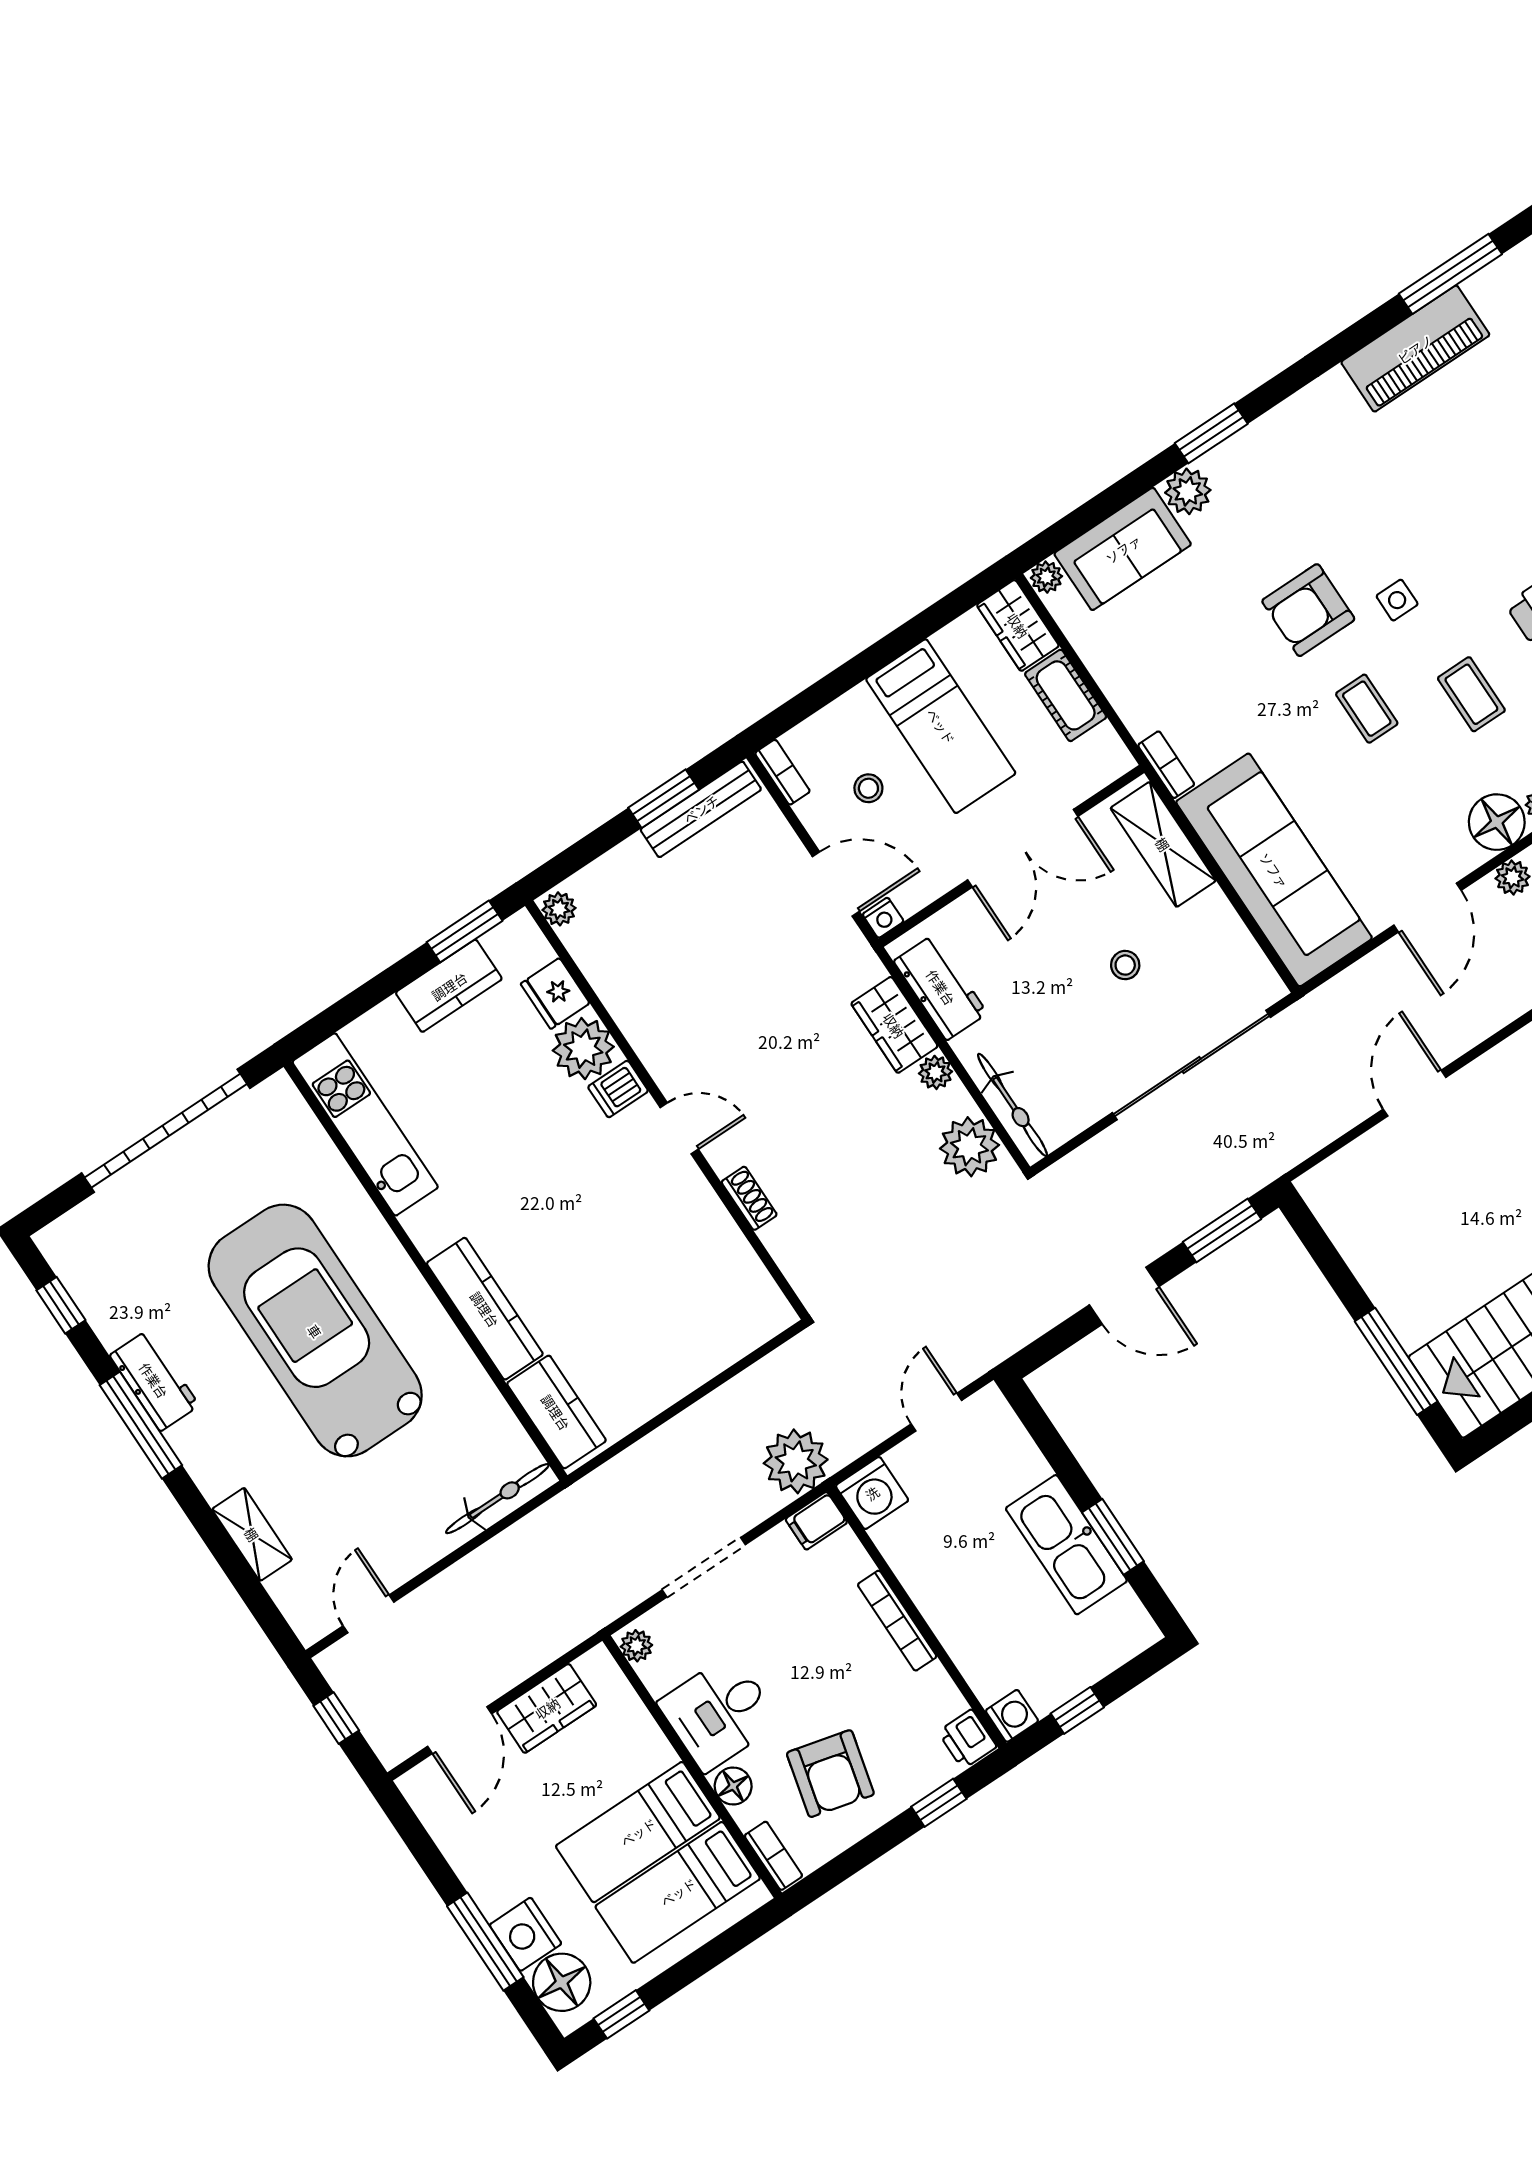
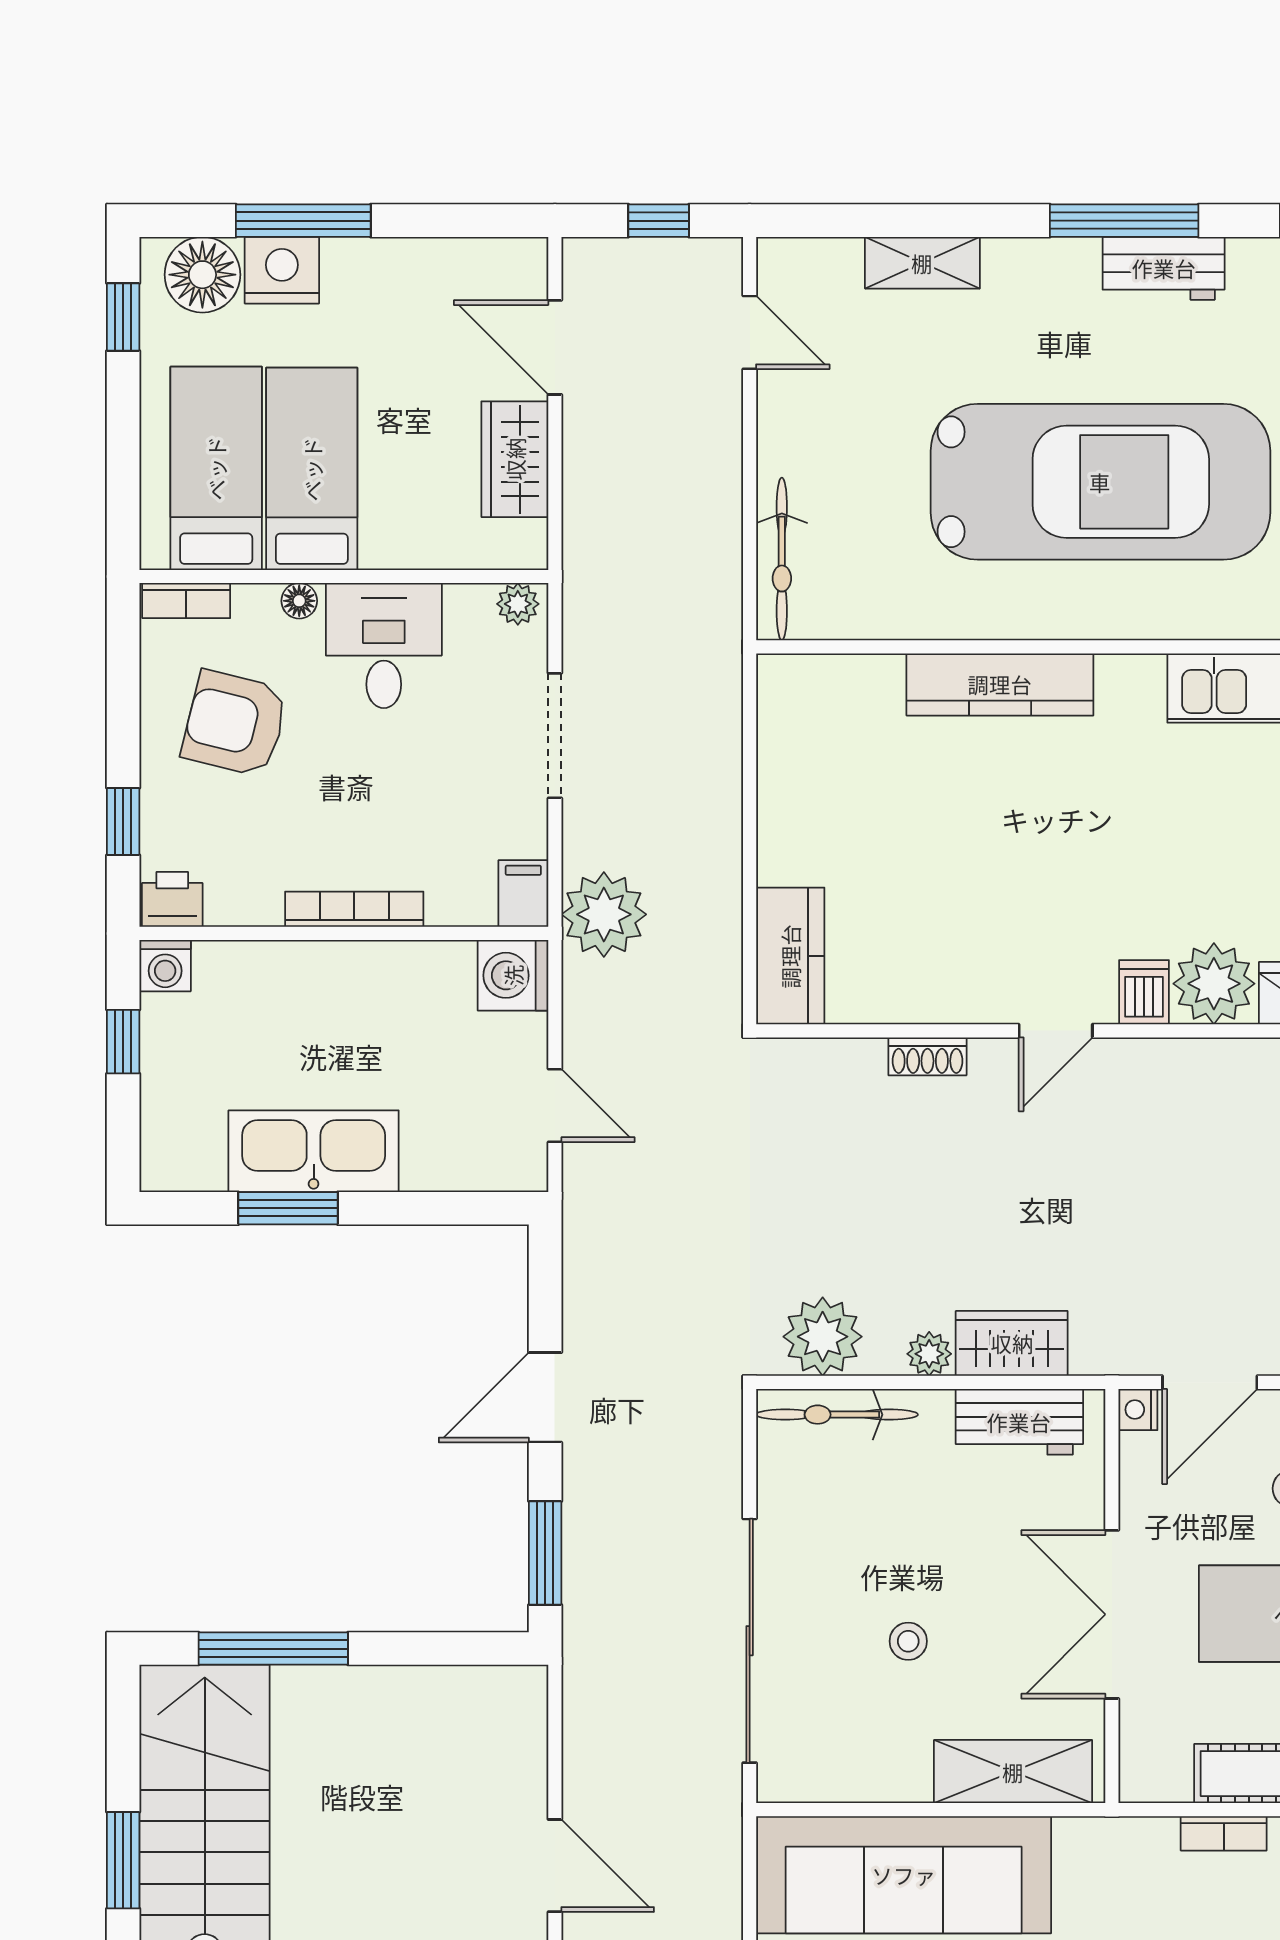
bookcase: (1166, 765) -> (1224, 1833), moved
kitchen counter: (556, 1412) -> (790, 956), moved, turned -90
floor lamp: (733, 1786) -> (299, 601), width x0.73, depth x0.73

